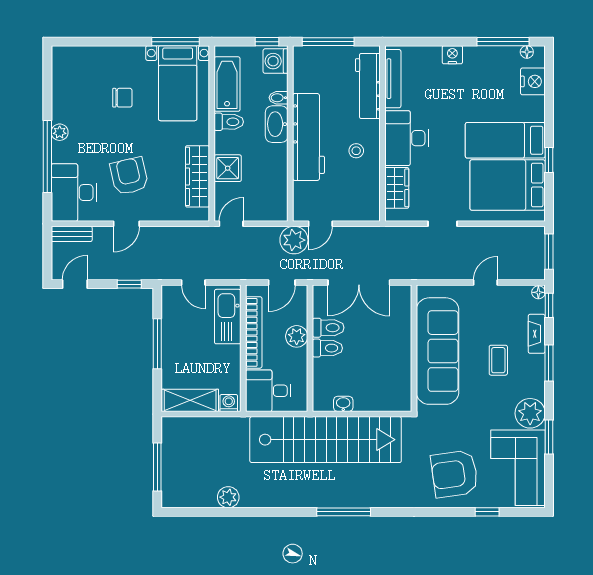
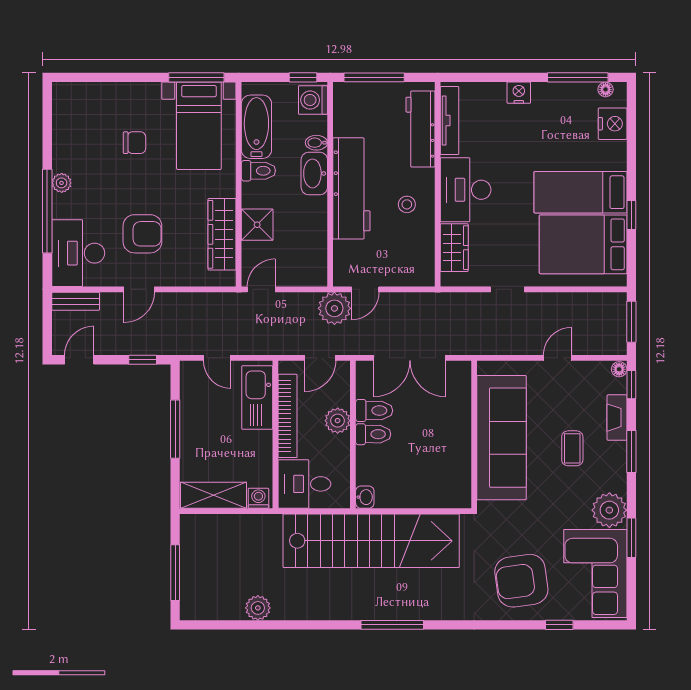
armchair: (129, 176) -> (142, 234), turned 103
washbasin: (343, 404) -> (365, 497), moved, turned 90

